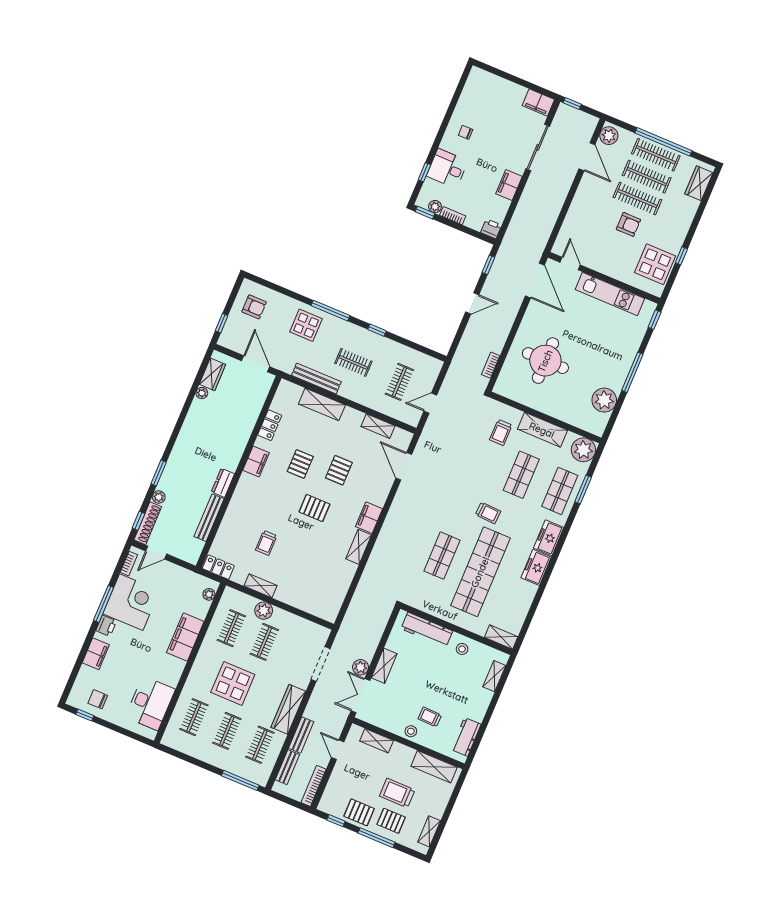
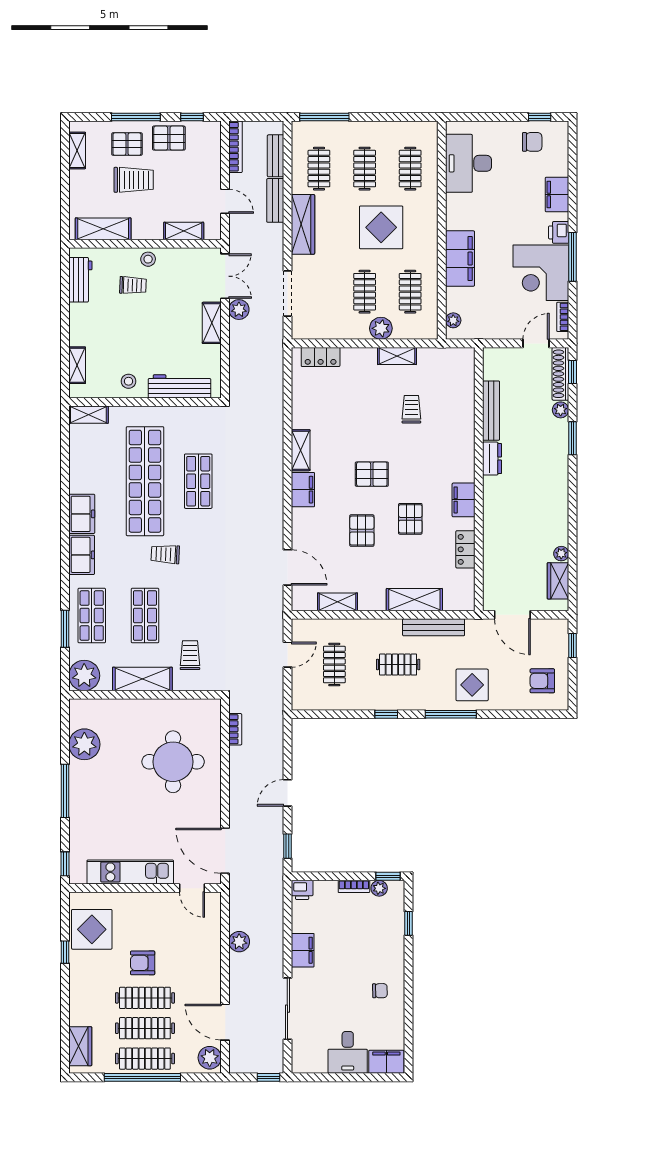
filing cabinet: (538, 103) -> (386, 1062), moved
desk: (447, 168) -> (348, 1052), moved, turned 90
plant: (552, 211) -> (239, 942), added
locker: (218, 567) -> (321, 357), moved

